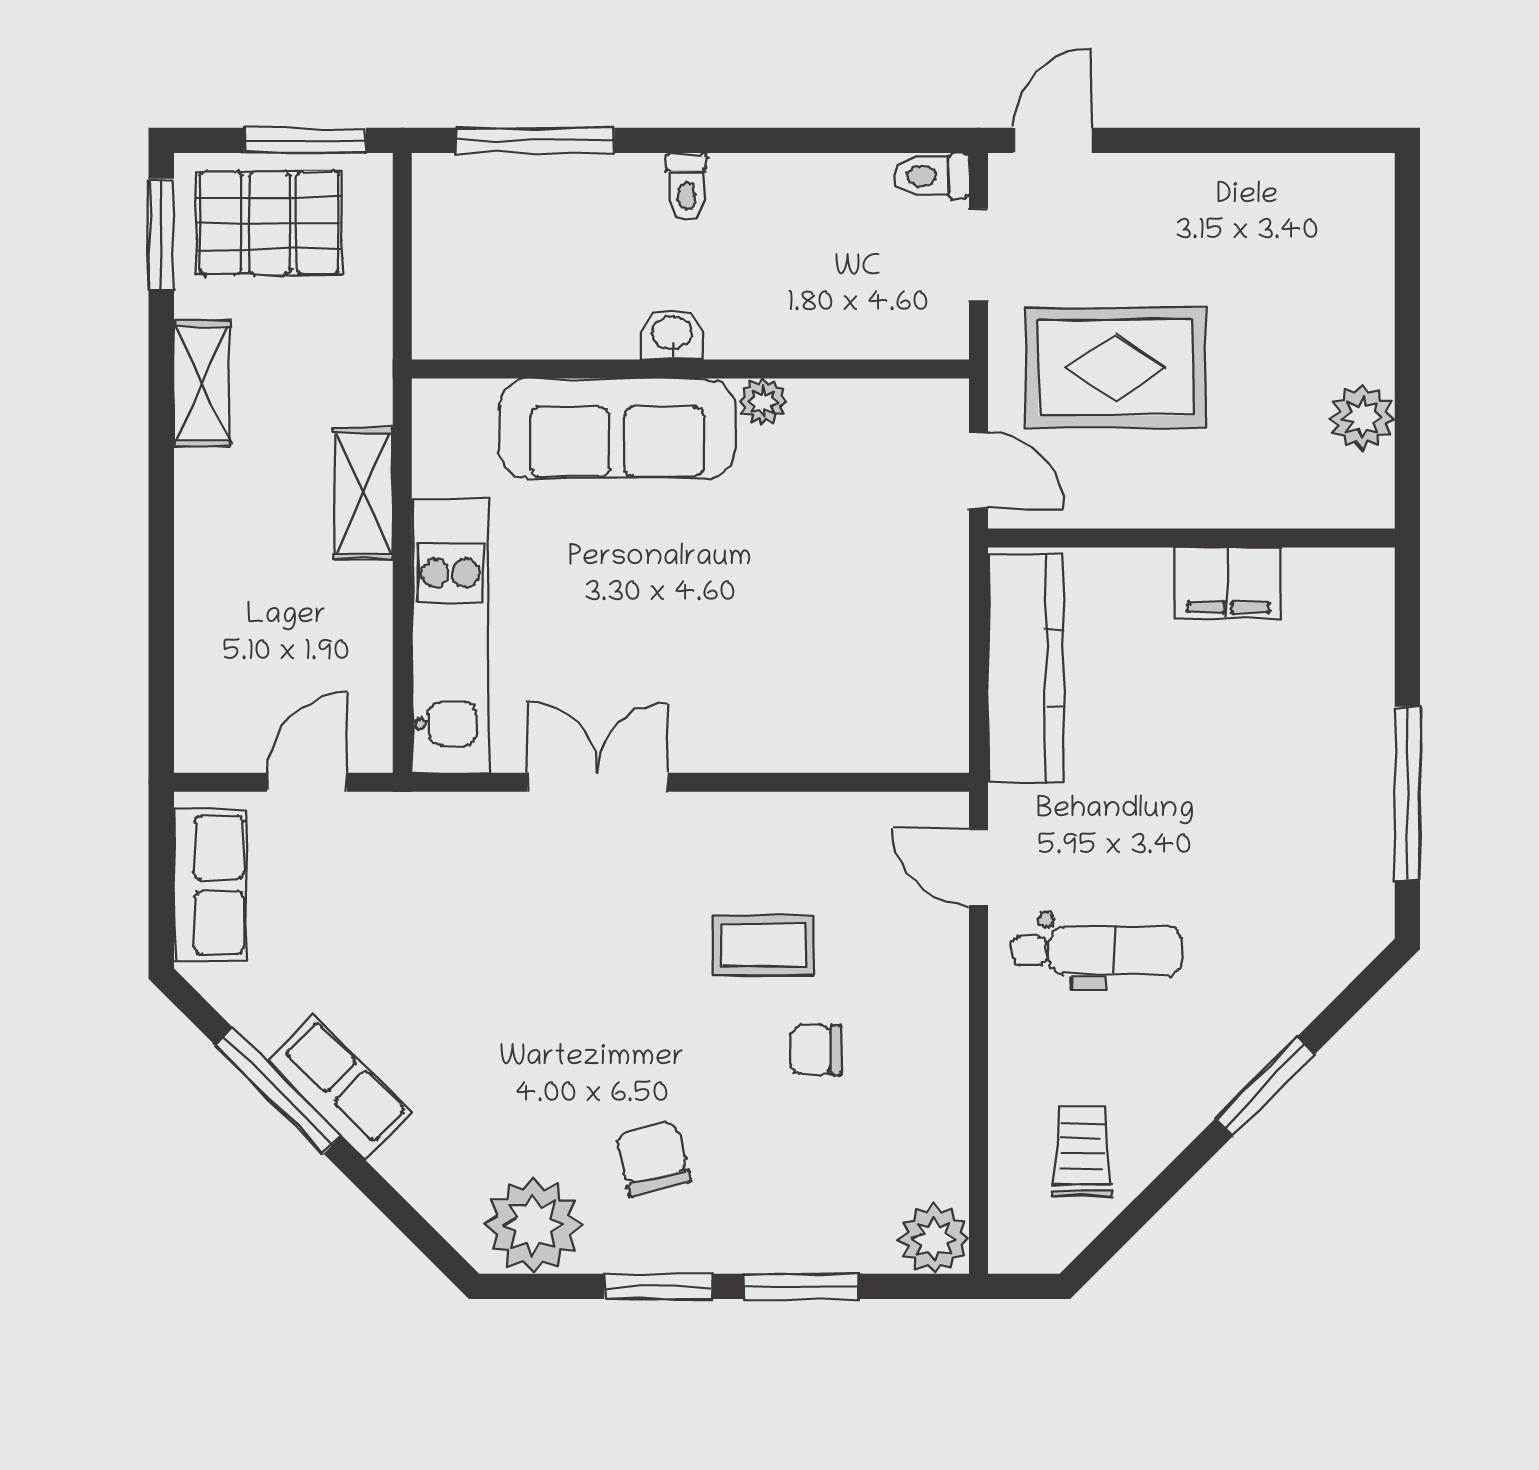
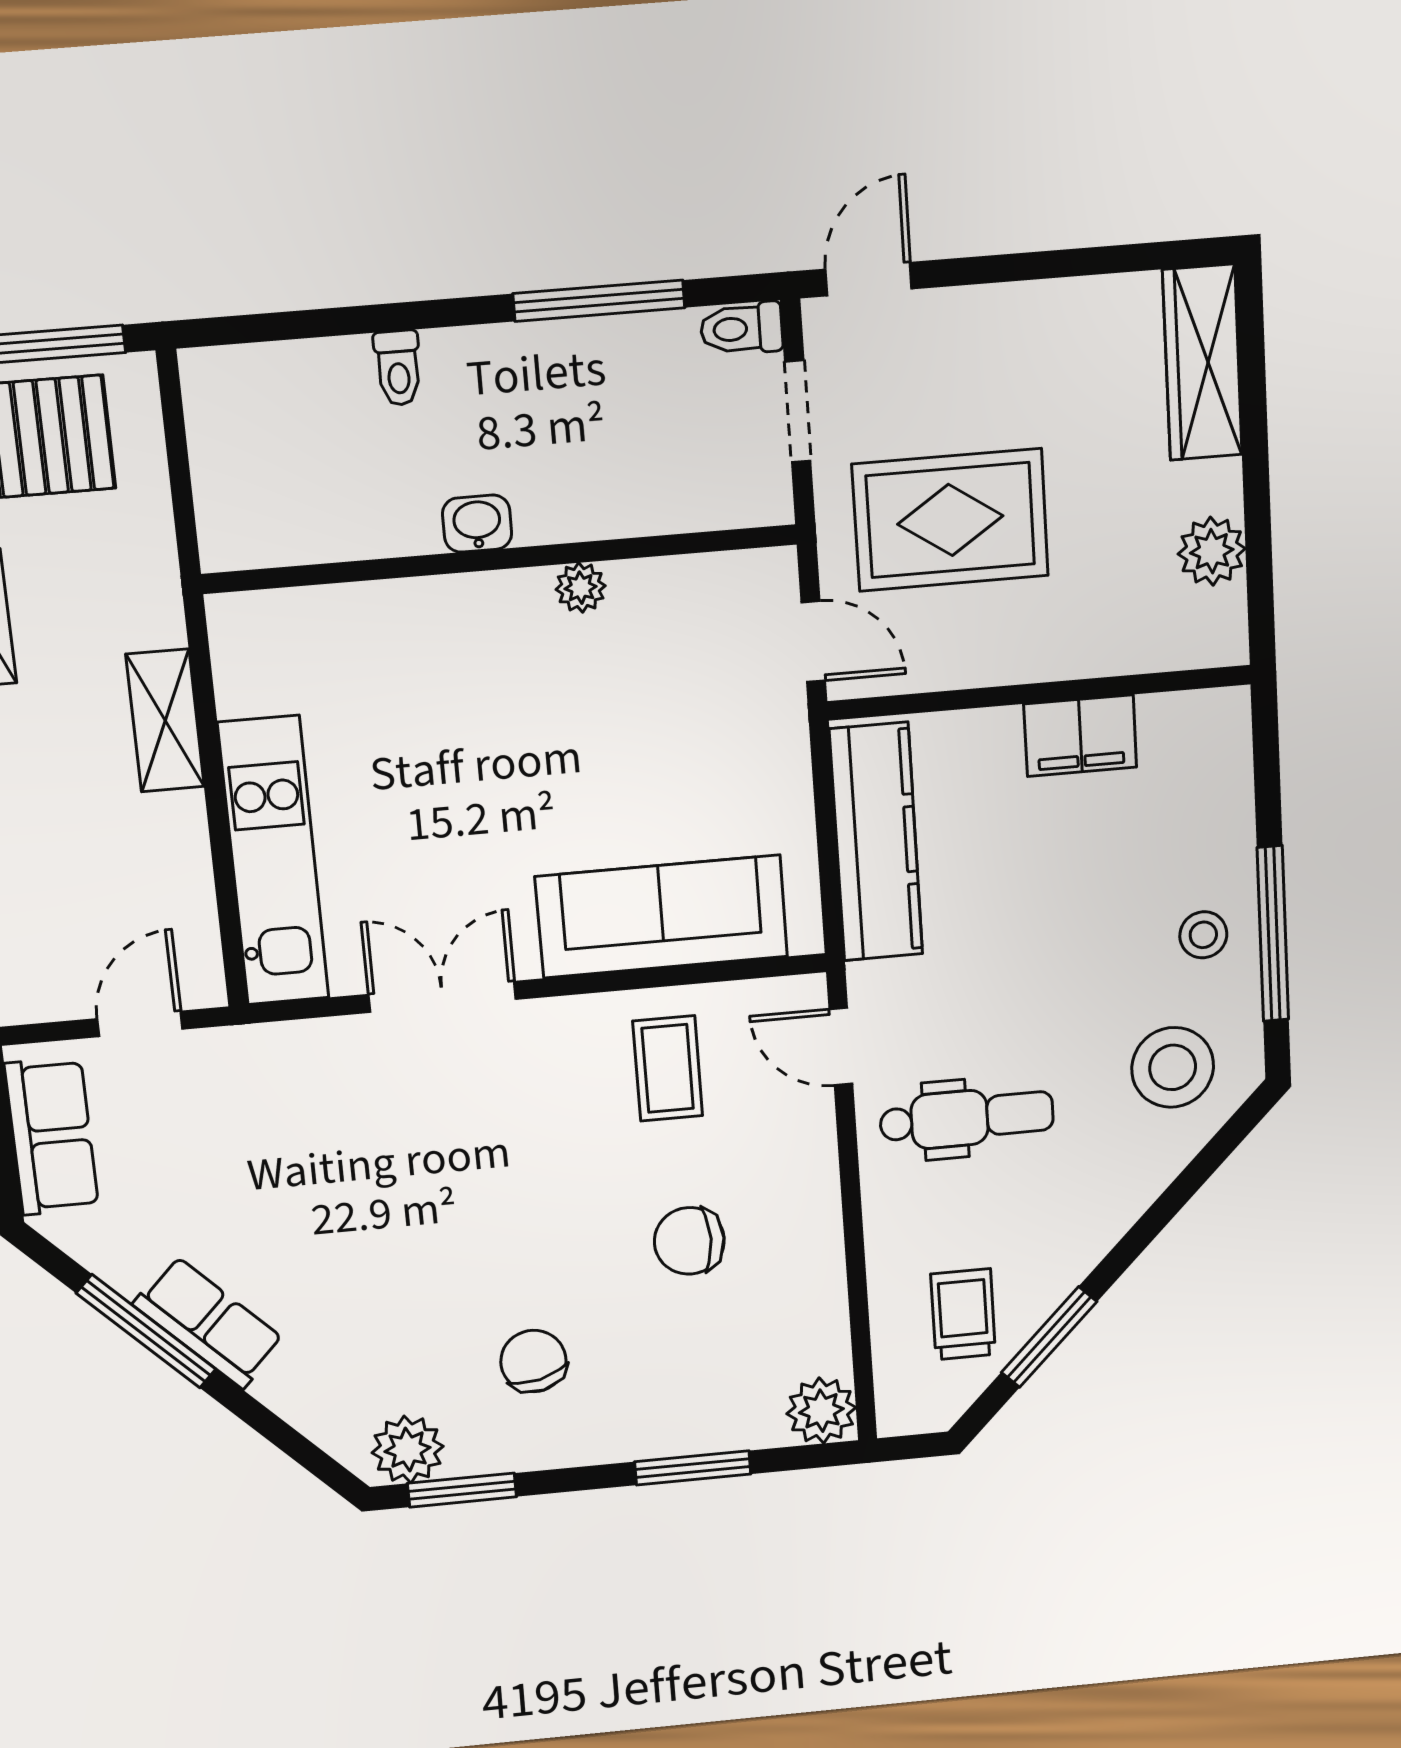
window: (535, 140) -> (599, 301), moved
toilet: (686, 186) -> (398, 368), moved
wardrobe: (1361, 241) -> (1202, 362), added
sofa: (617, 429) -> (662, 917), moved, turned 180
stool: (1339, 788) -> (1203, 935), added
stool: (1303, 919) -> (1173, 1067), added
coffee table: (763, 945) -> (668, 1068), moved, turned 90
chair: (816, 1050) -> (689, 1241), width x1.37, depth x1.37
window: (1265, 1086) -> (1049, 1337), moved
plant: (533, 1225) -> (408, 1450), width x0.73, depth x0.73
window: (658, 1286) -> (462, 1490), moved

